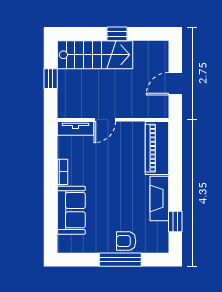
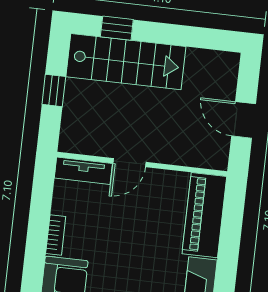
window: (117, 34) -> (117, 28), moved
door: (175, 84) -> (244, 120), hinge flipped

